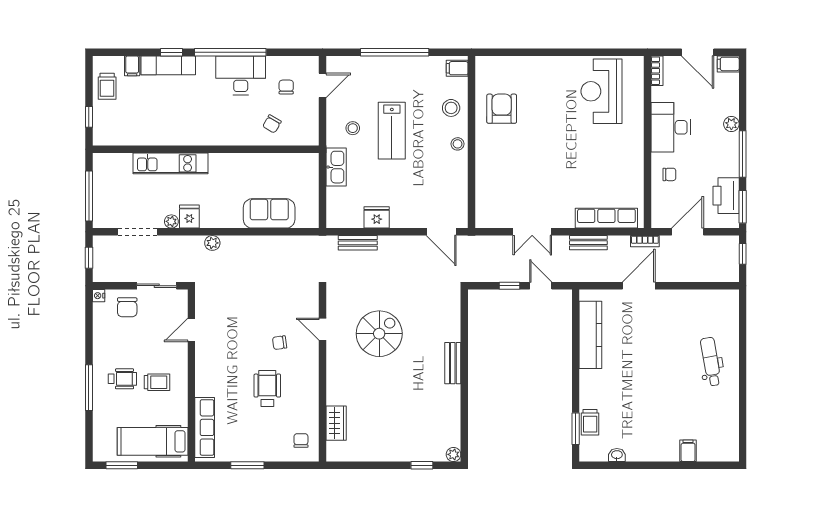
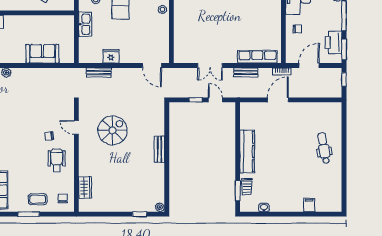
kitchen counter: (590, 335) -> (247, 151), moved
wheelchair: (267, 388) -> (57, 160), moved
coffee table: (262, 442) -> (38, 199), added

